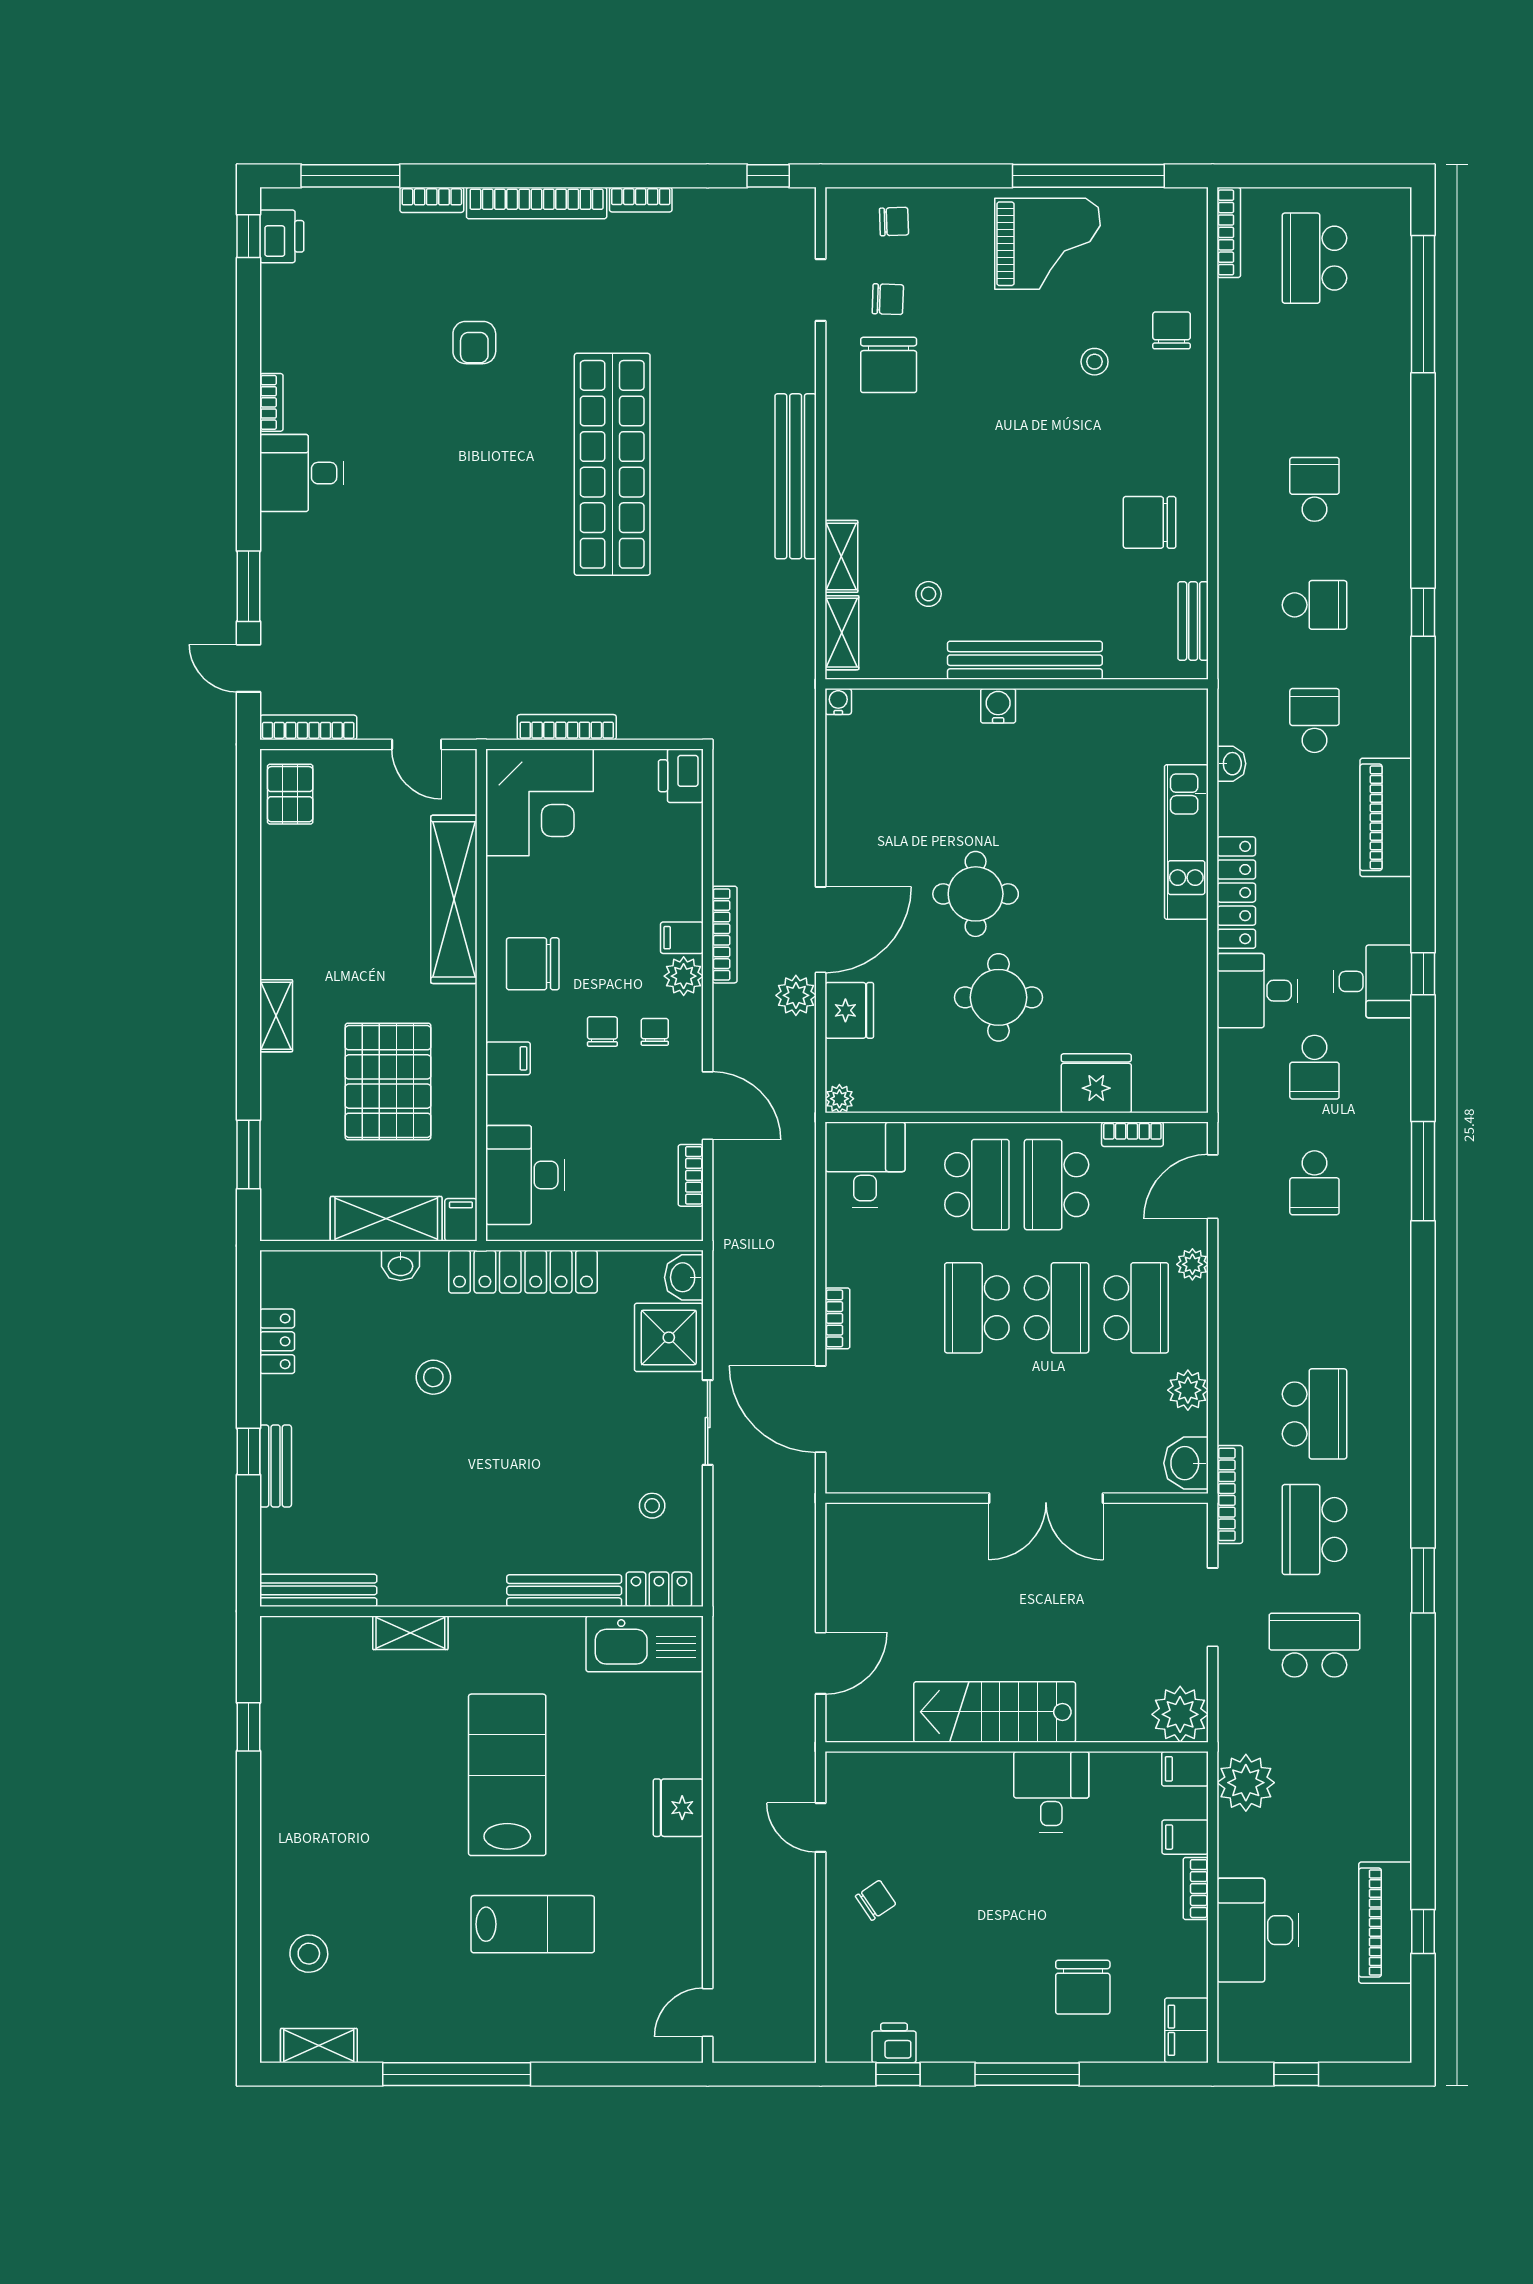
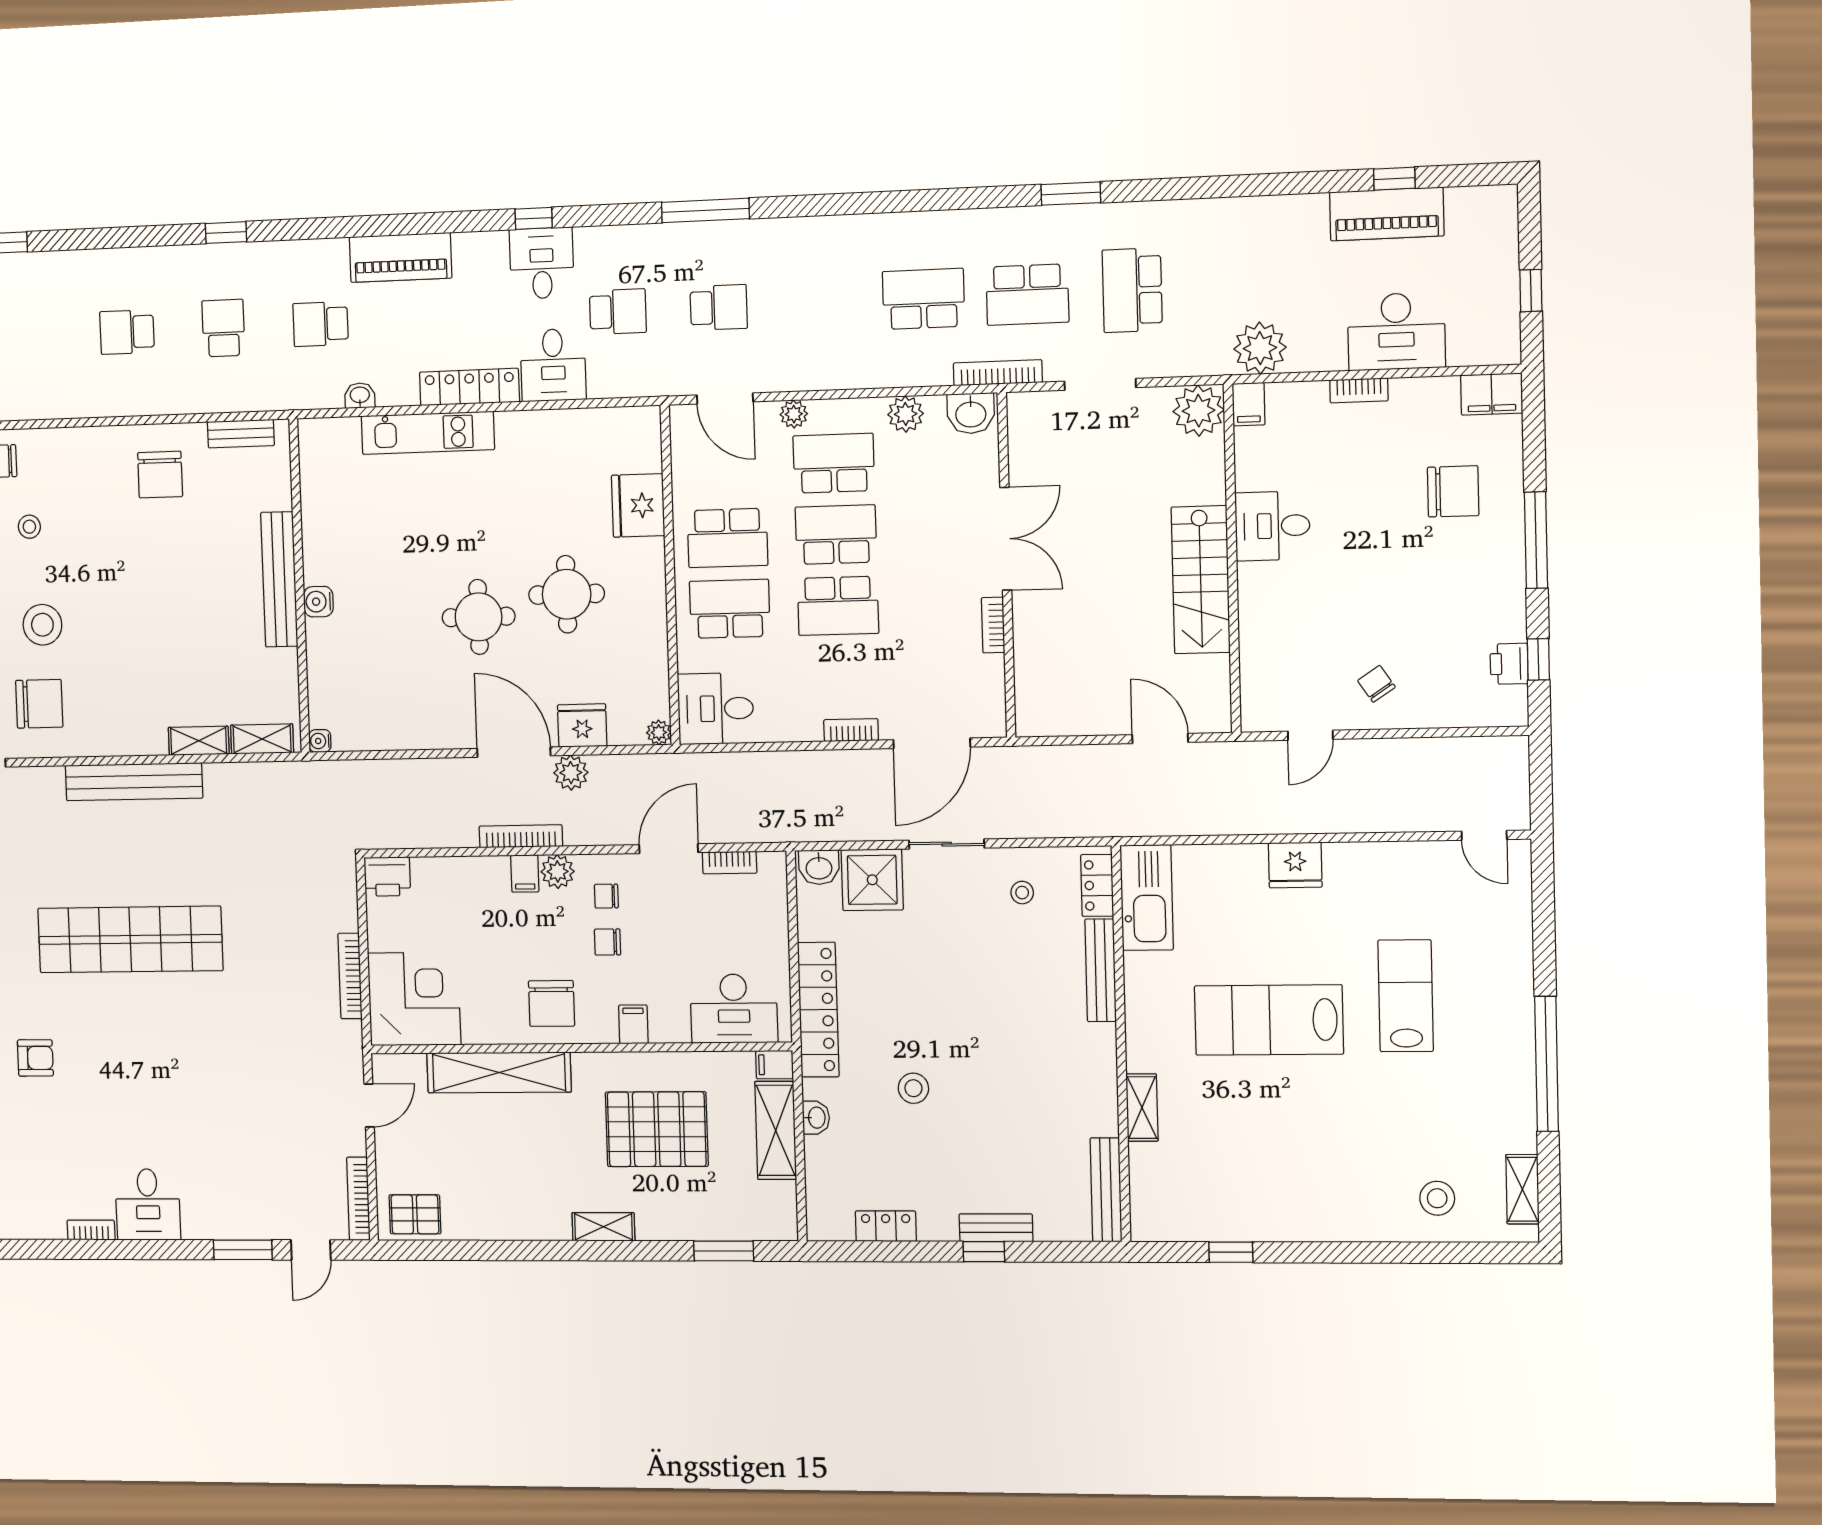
stool: (929, 594) -> (42, 625), moved, width x1.89, depth x1.89
bookcase: (1132, 1134) -> (993, 625), moved, turned 180
filing cabinet: (1185, 1837) -> (1311, 402), removed

